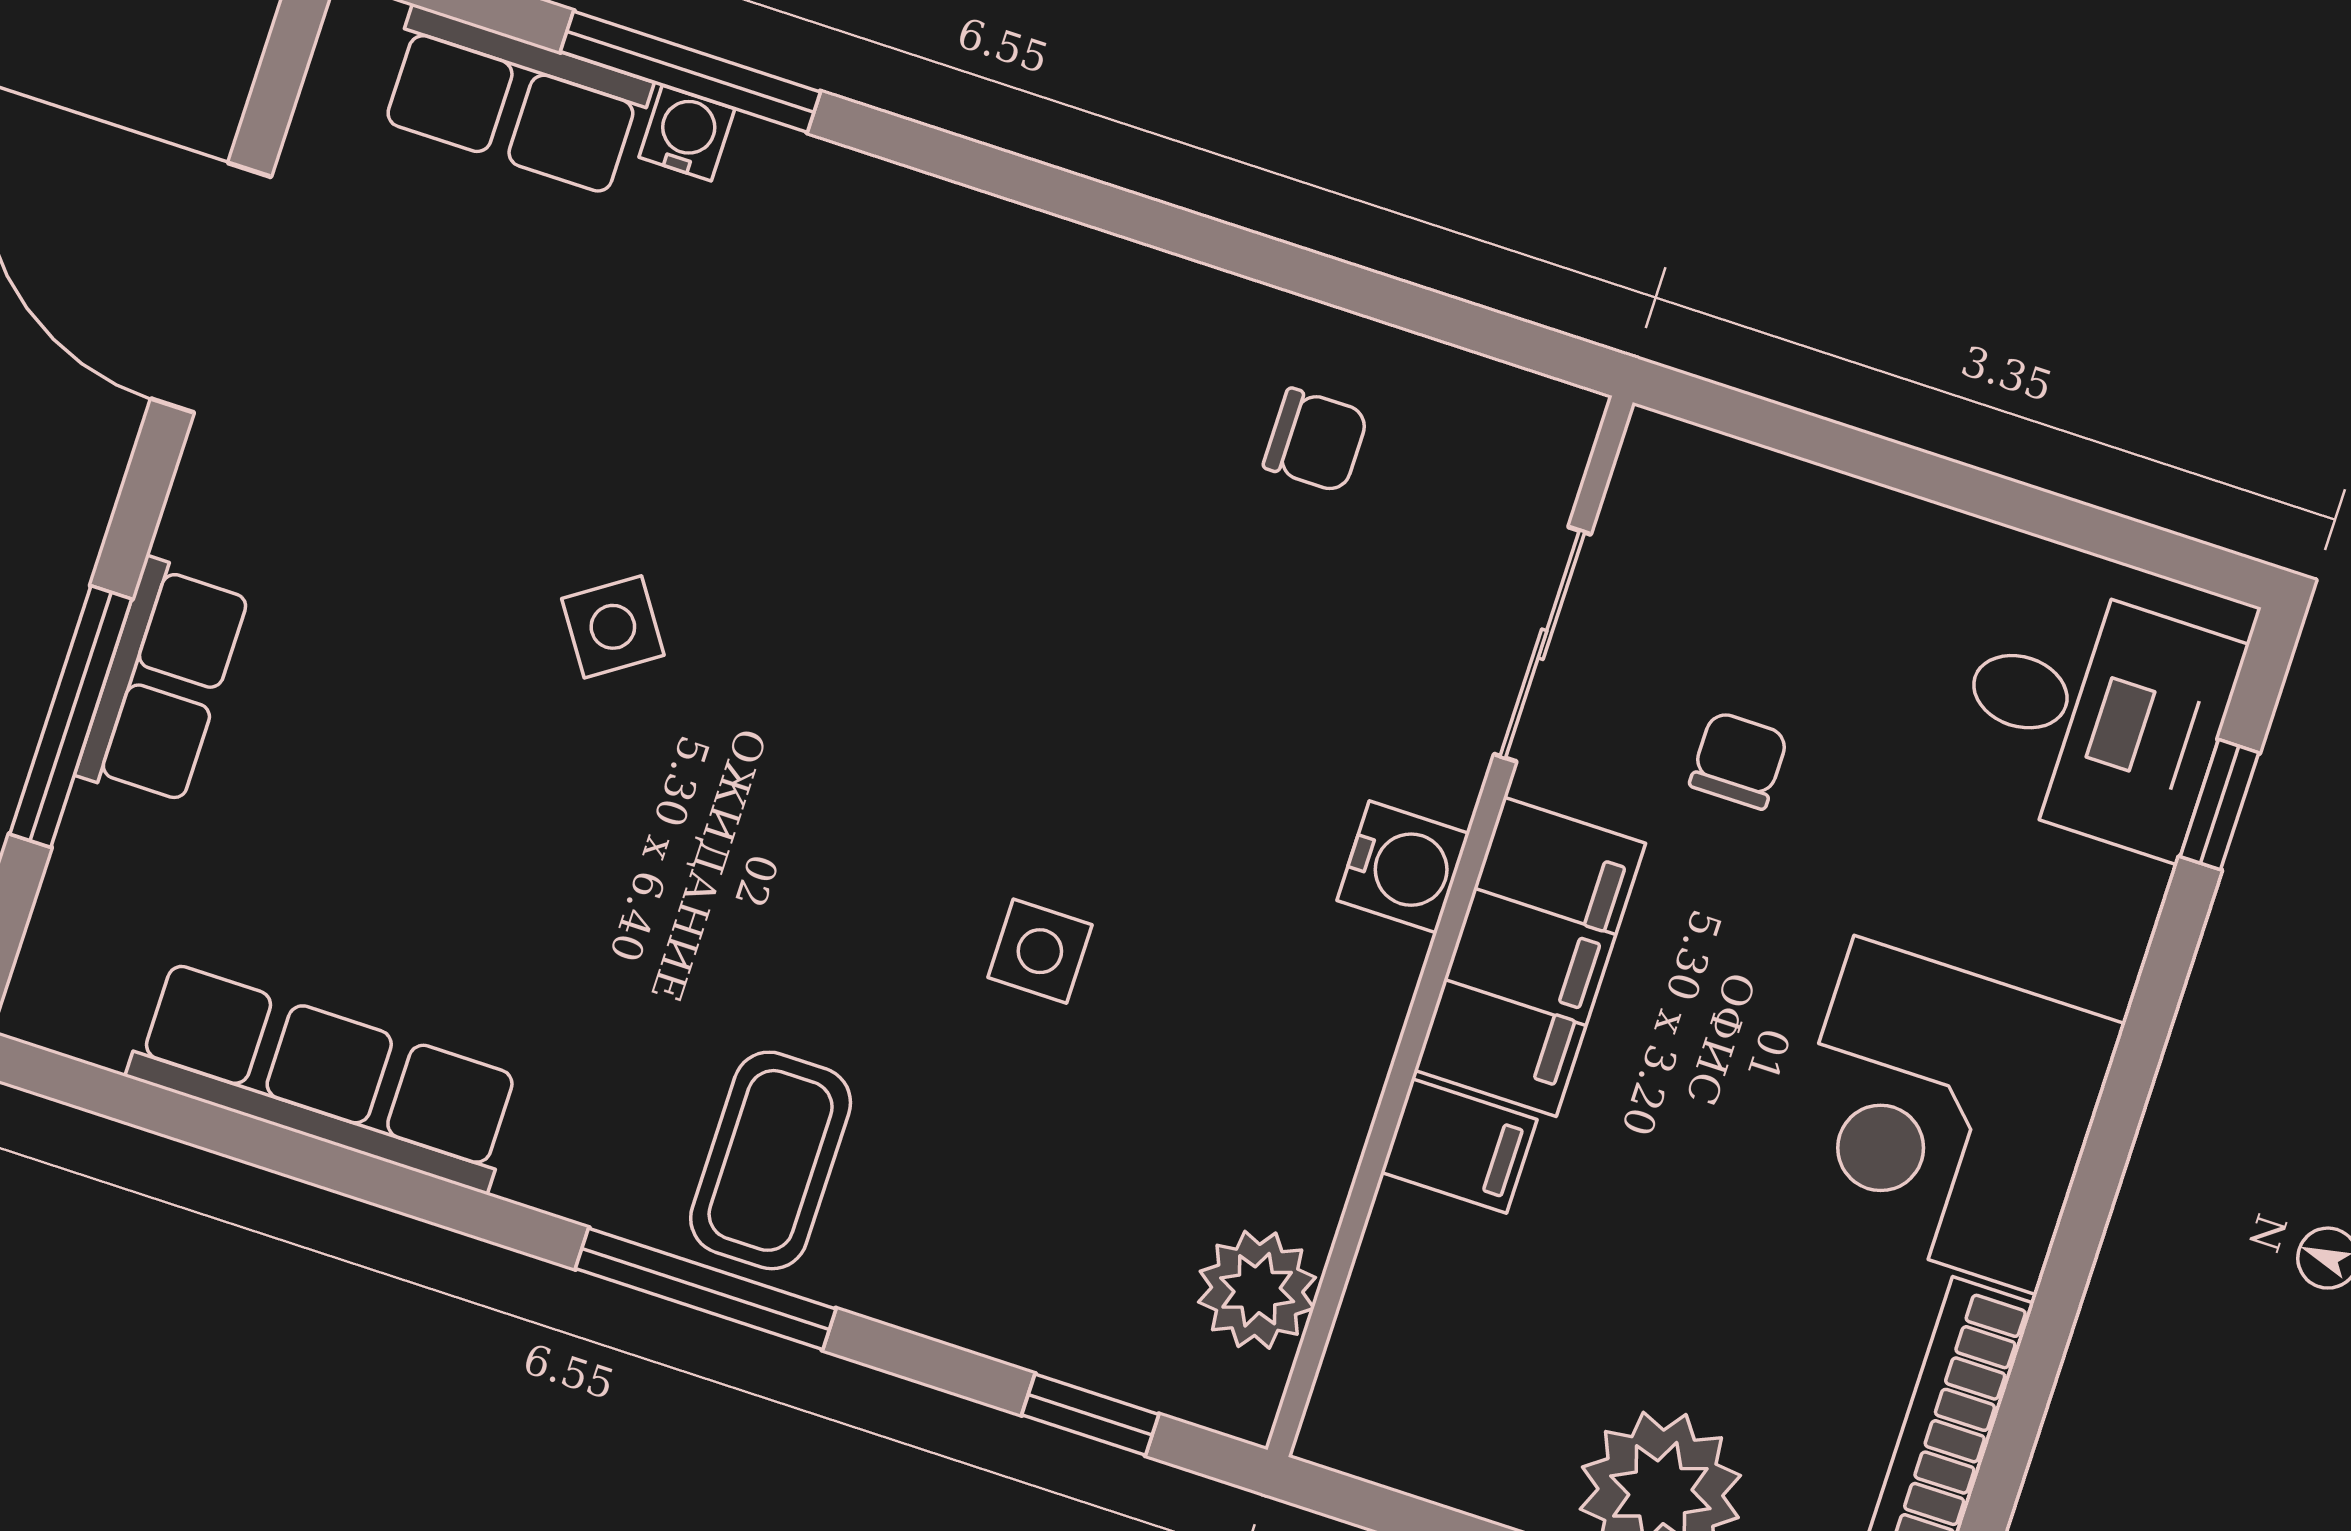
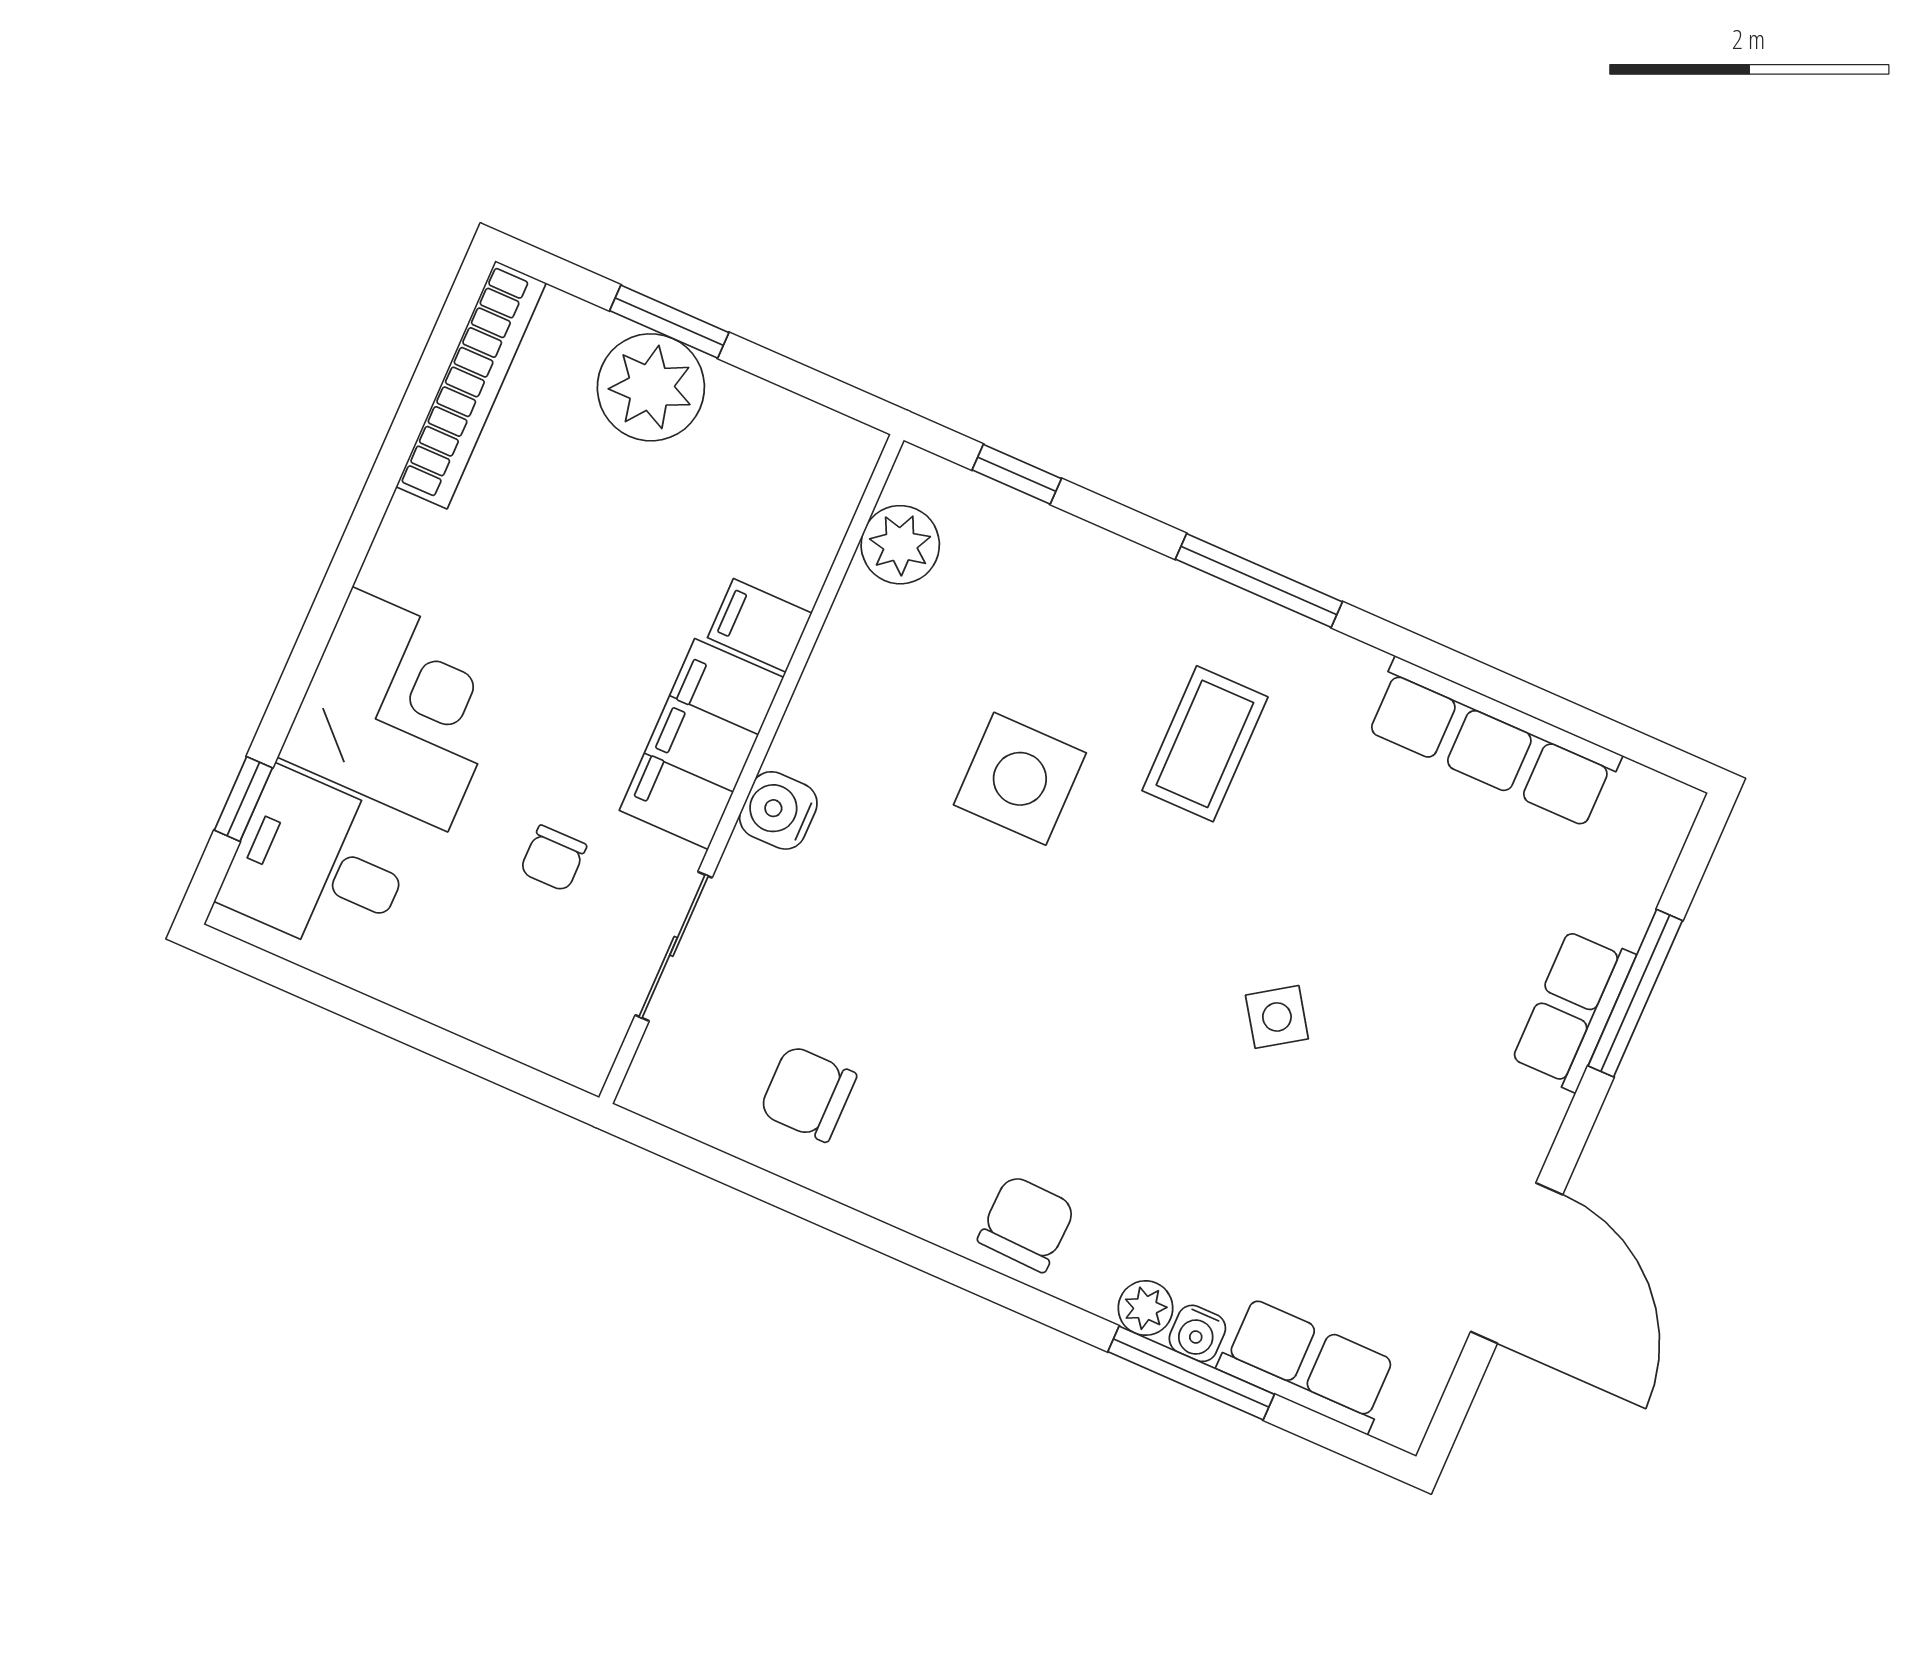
plant: (770, 164) -> (1145, 1308), added
chair: (963, 275) -> (1027, 1223), added
chair: (1316, 440) -> (808, 1093), width x1.37, depth x1.37
side table: (1040, 951) -> (1020, 779), width x1.87, depth x1.87
corner desk: (1945, 1115) -> (400, 709), moved
coffee table: (771, 1160) -> (1205, 744), moved

